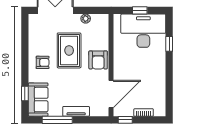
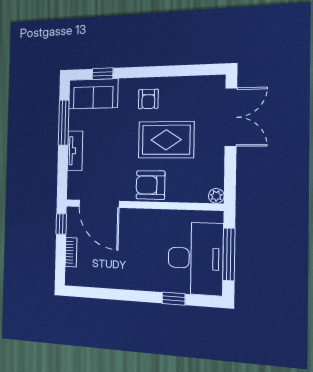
window: (140, 10) -> (229, 254), width x2.17
plant: (86, 19) -> (216, 196), moved

